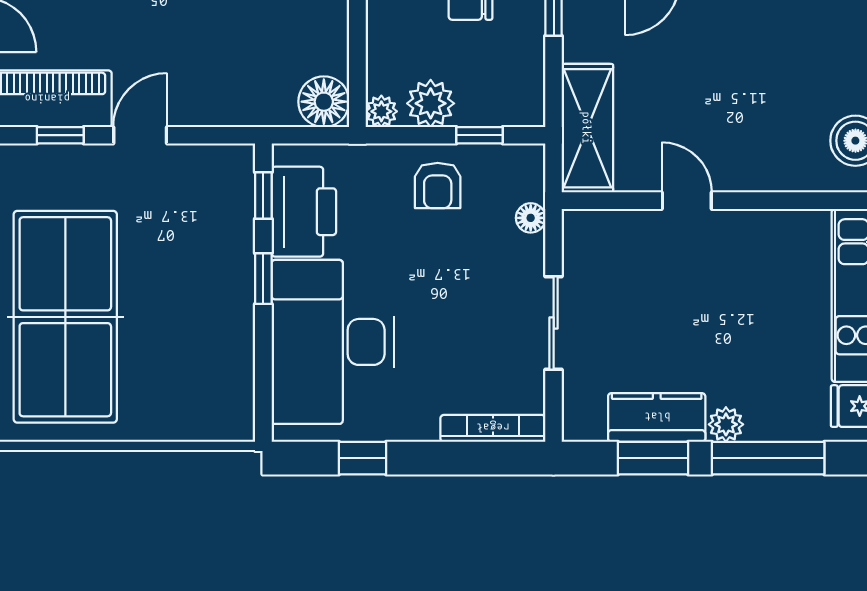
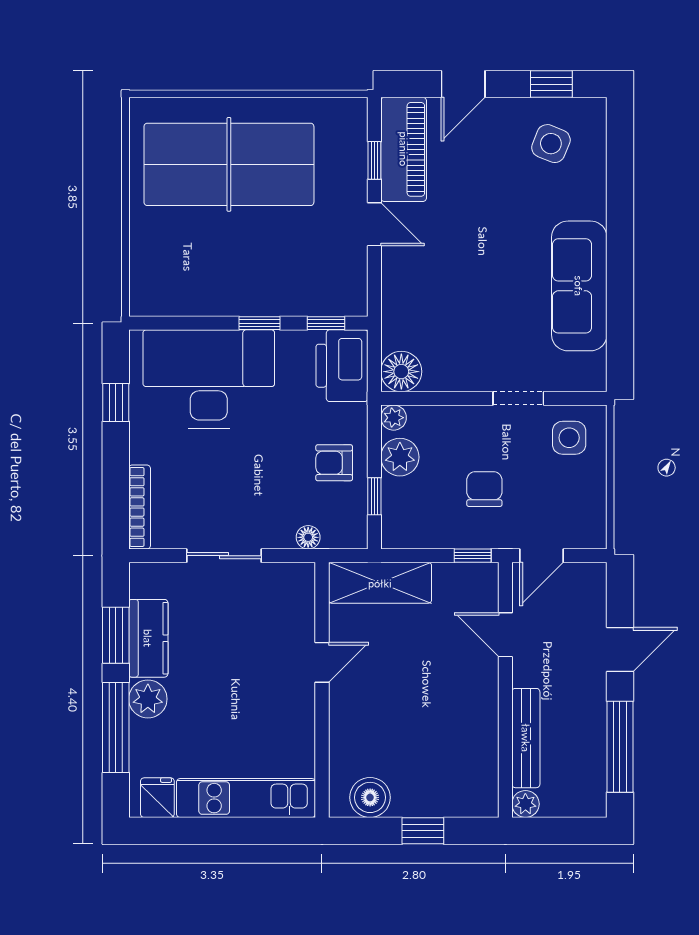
printer: (304, 212) -> (342, 366), moved, turned 90
plant: (726, 424) -> (148, 699), width x1.38, depth x1.38

